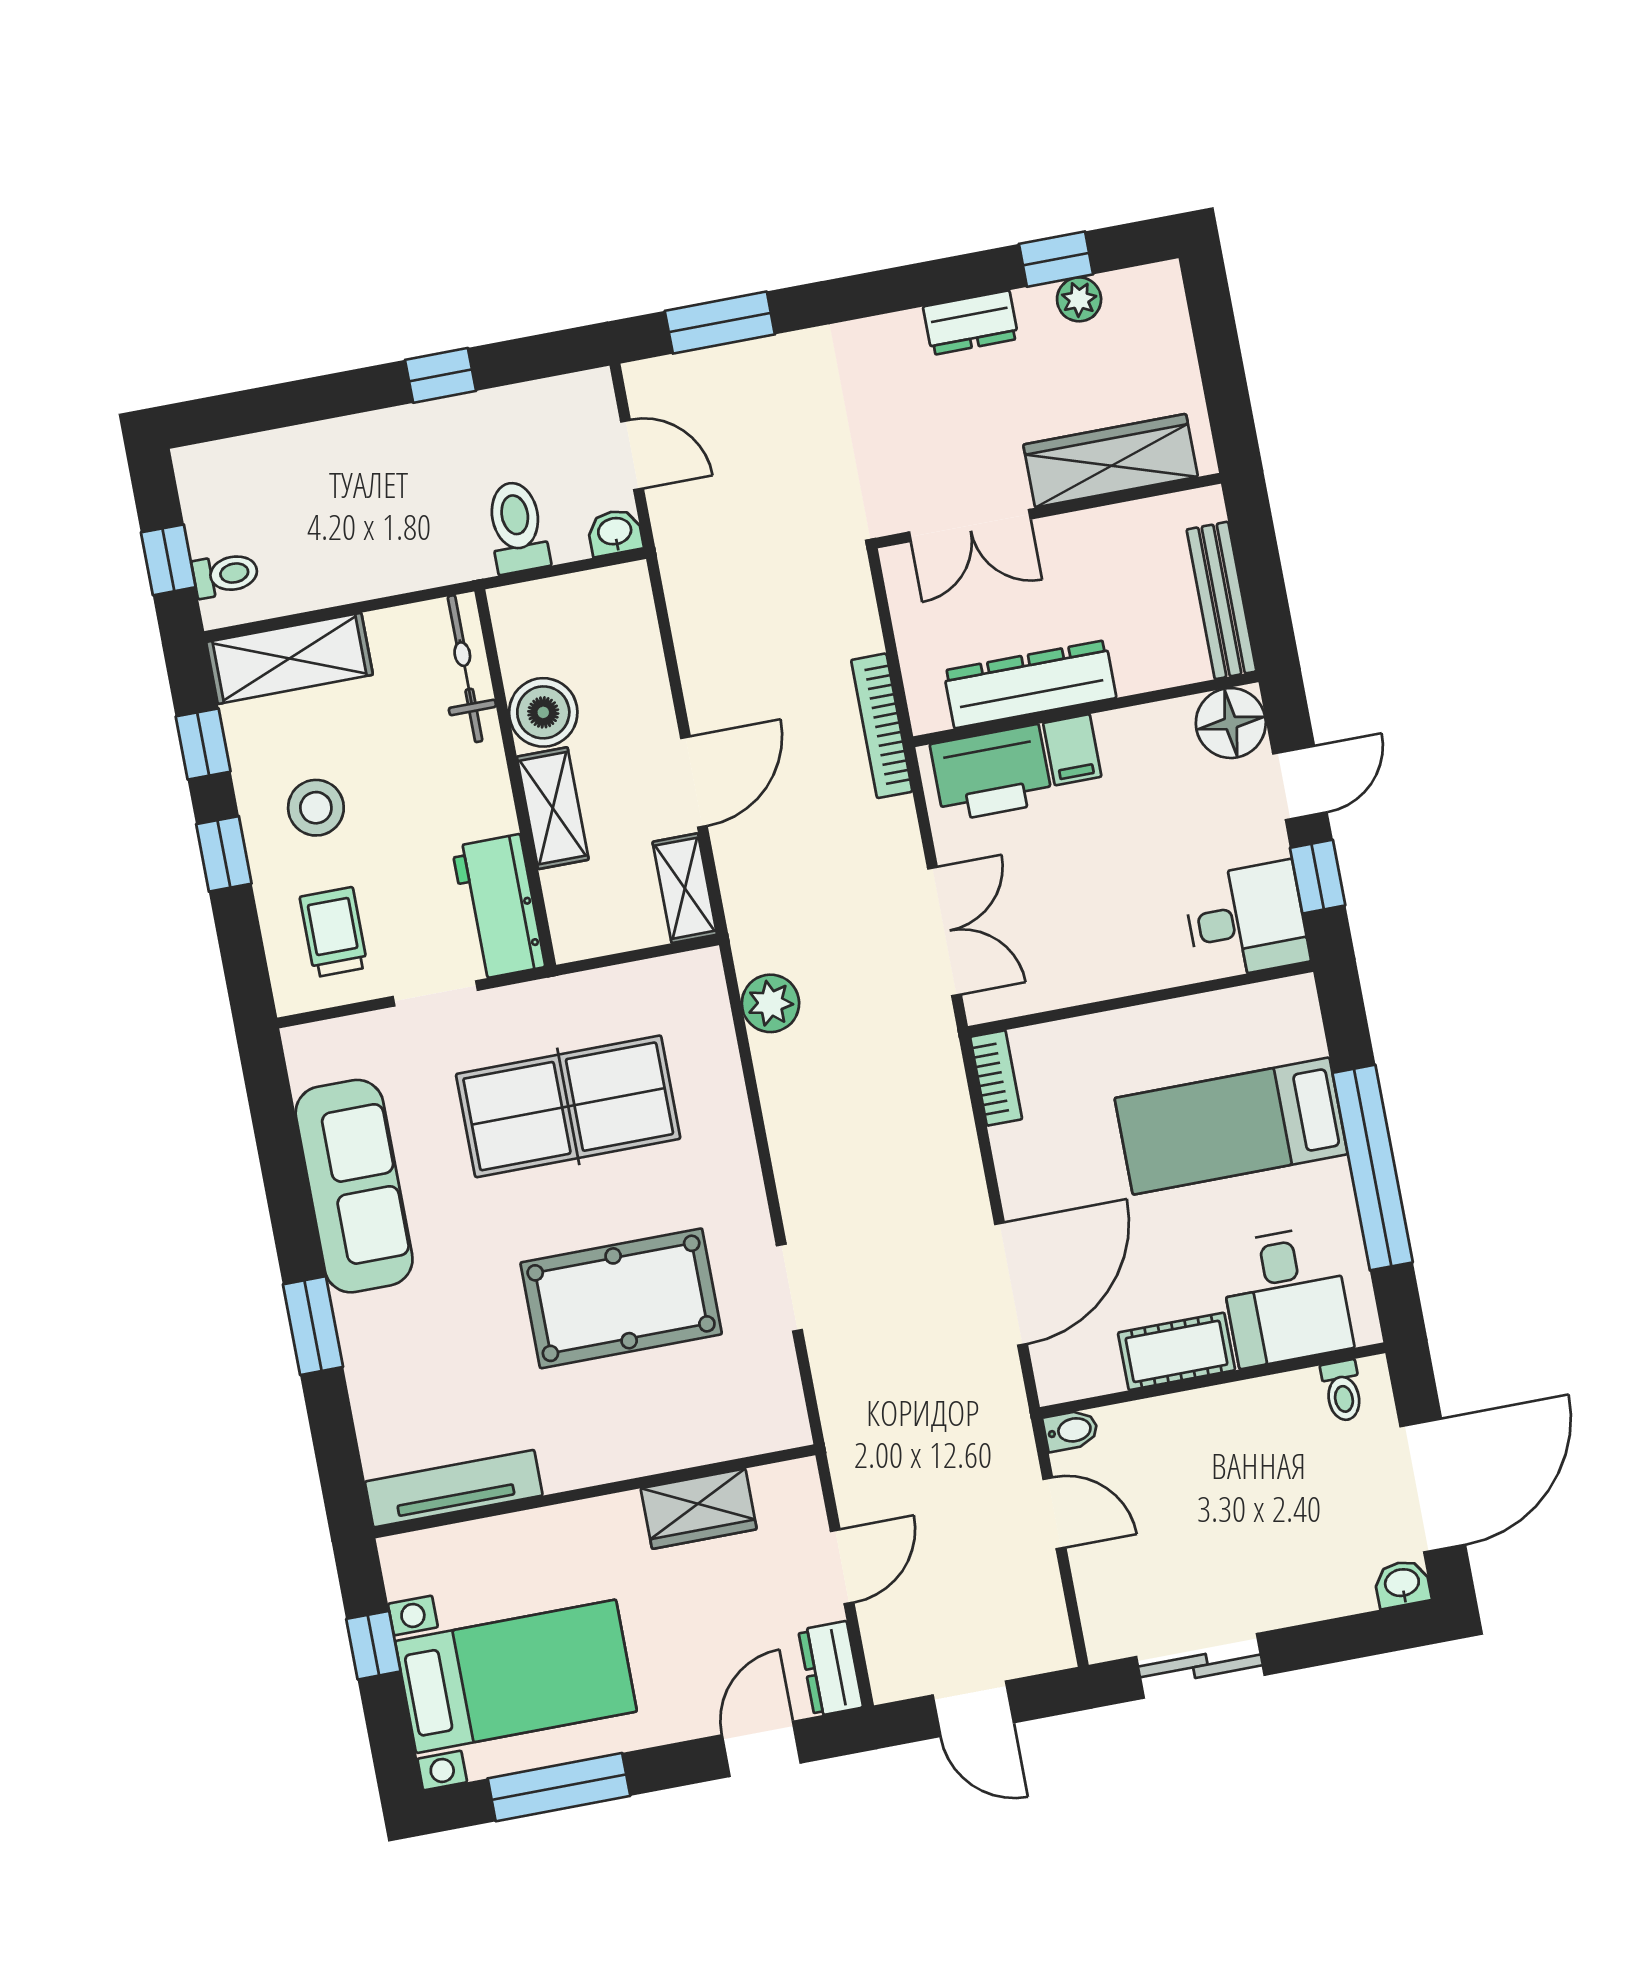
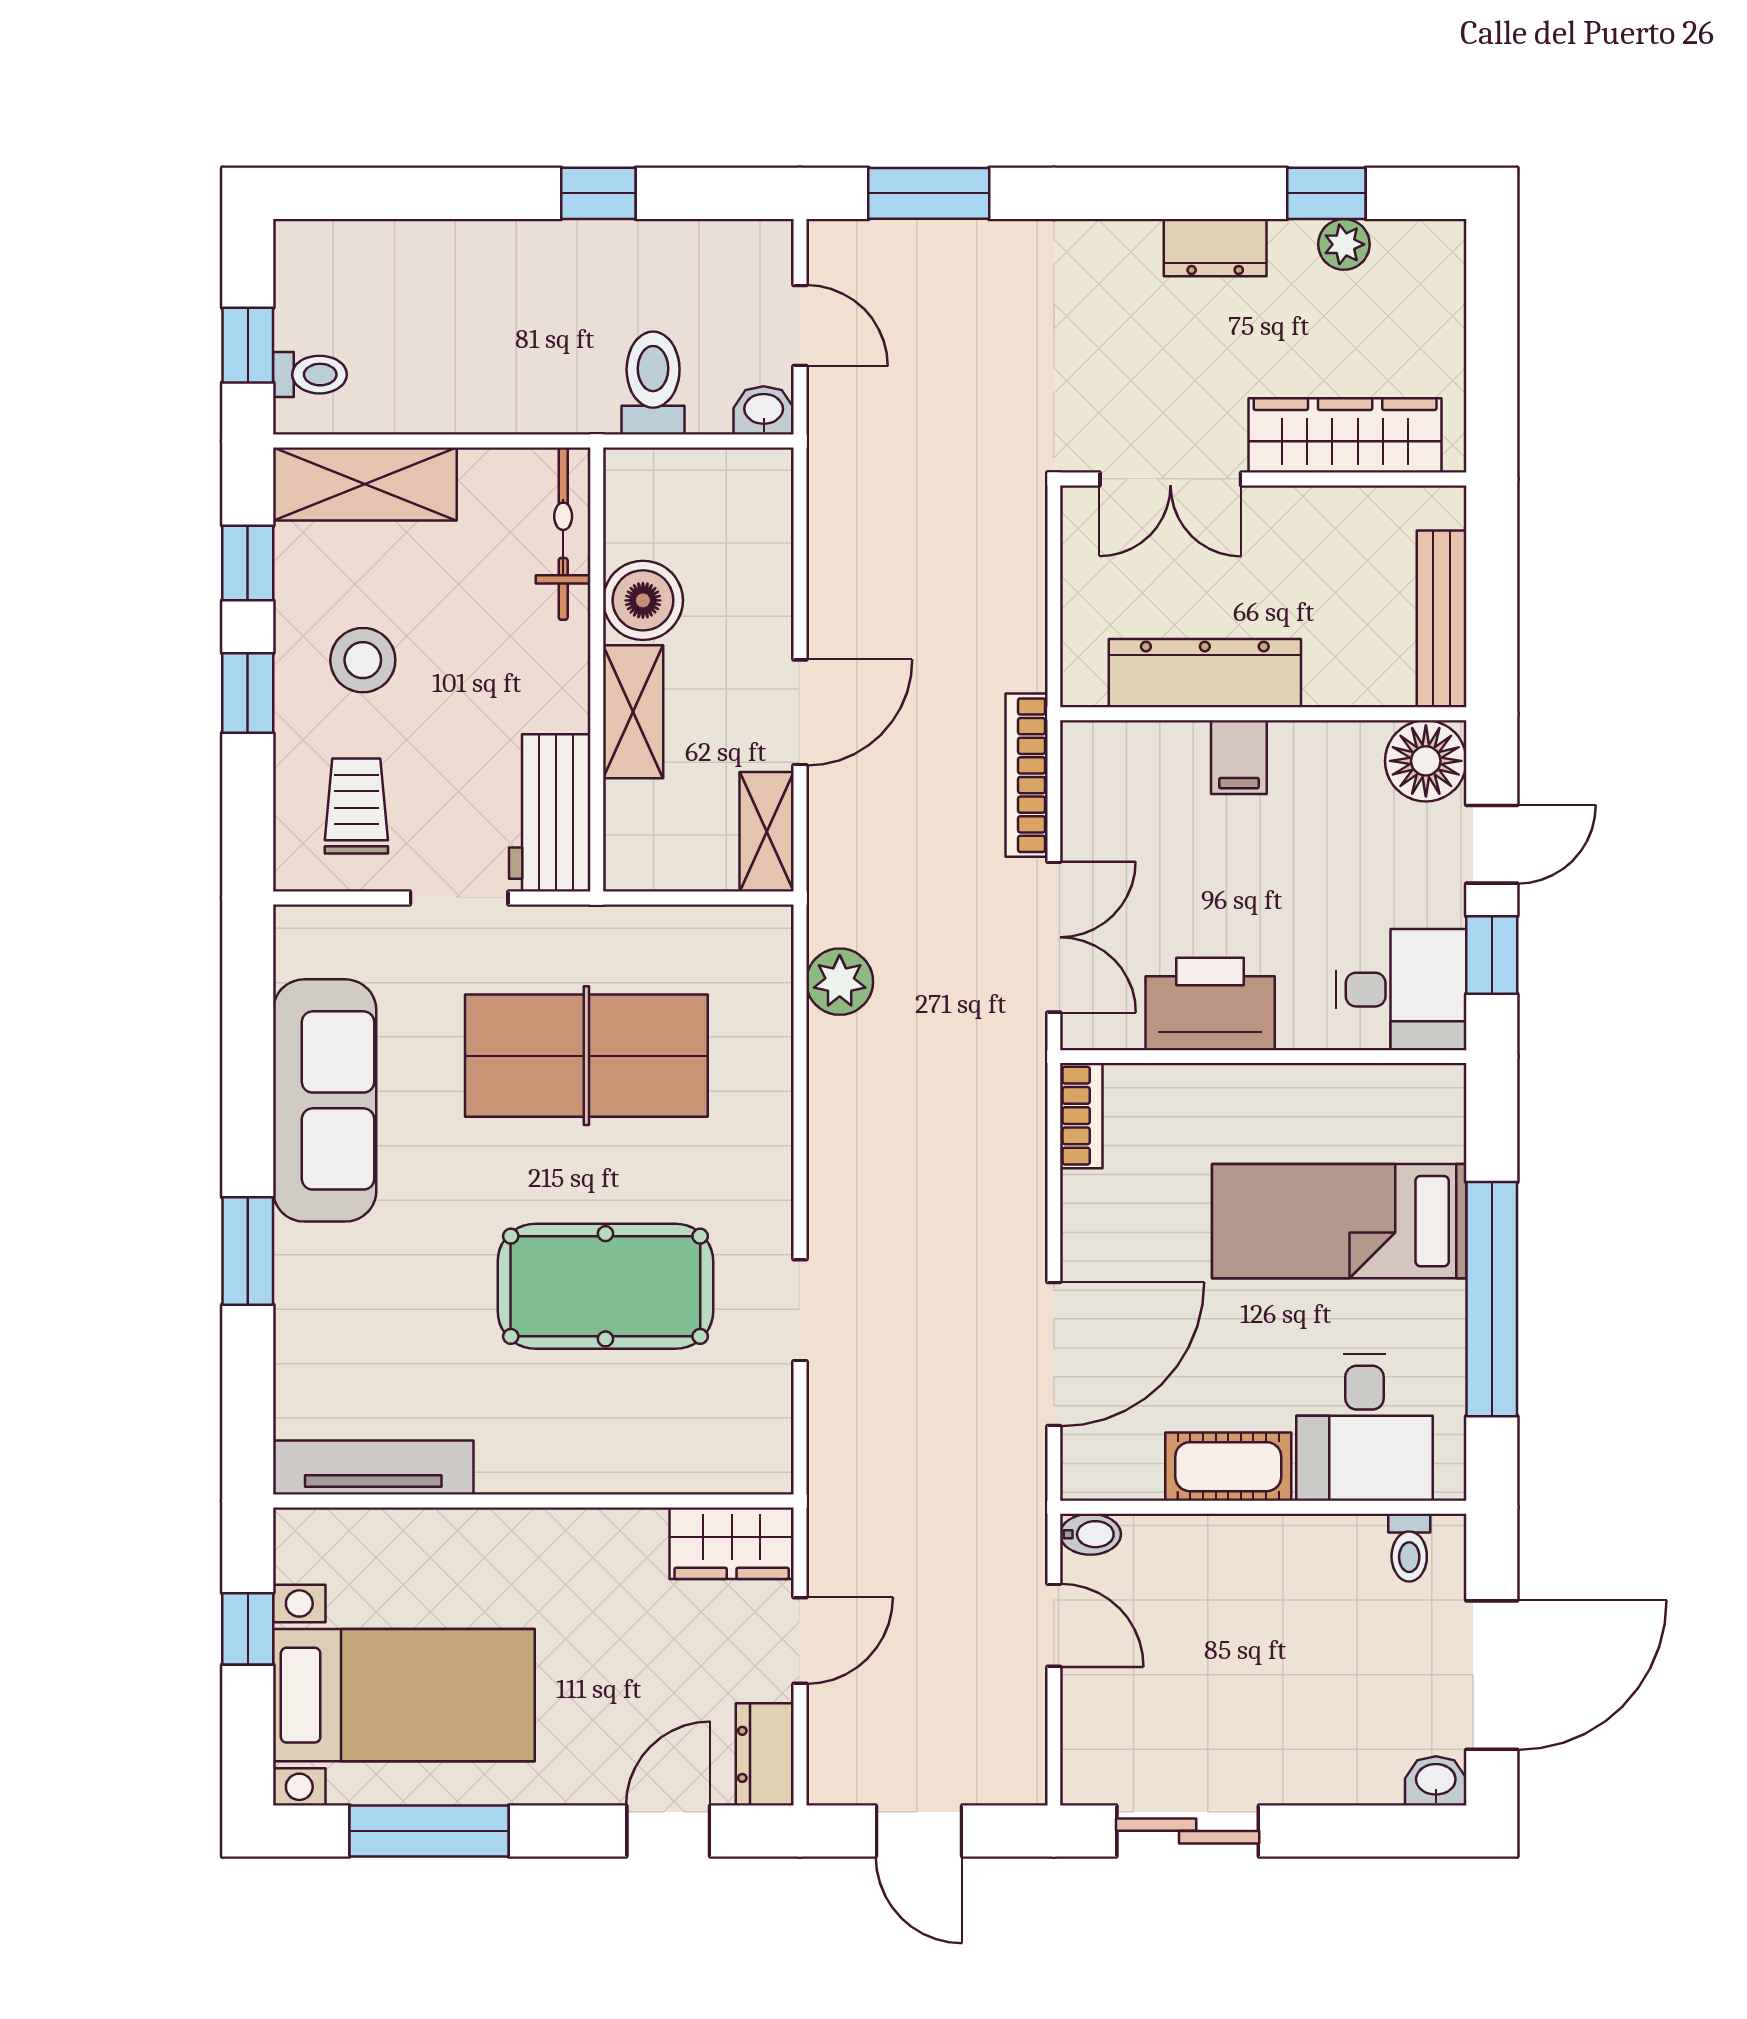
bookcase: (882, 726) -> (1027, 775), moved
printer: (991, 773) -> (1210, 1004), moved, turned 180
wardrobe: (699, 1509) -> (732, 1543), moved

